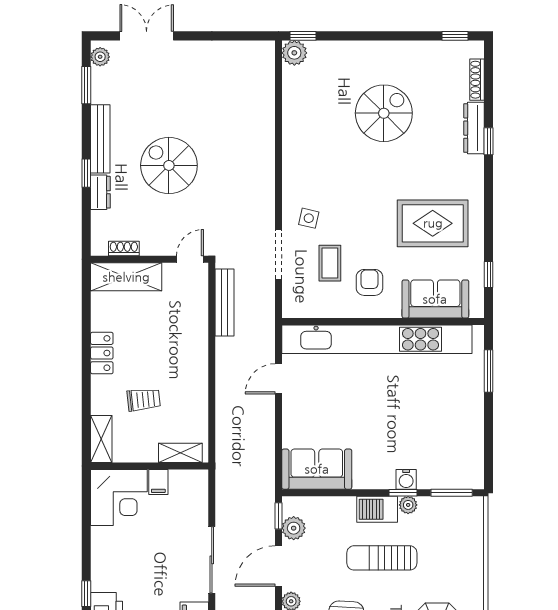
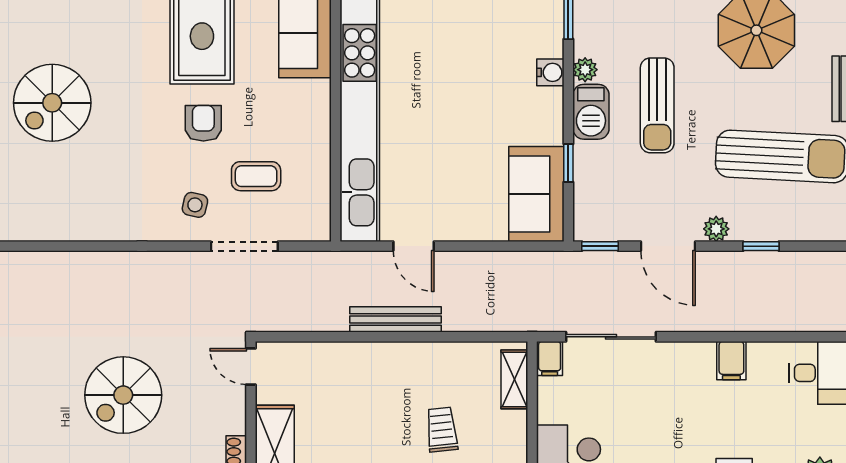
spiral stairs: (384, 113) -> (52, 103), turned -90
armchair: (369, 282) -> (203, 123), moved, turned 90
bench: (225, 303) -> (395, 319), moved
filing cabinet: (158, 482) -> (550, 359), moved, turned 90
window: (403, 493) -> (568, 163), moved
plant: (294, 528) -> (617, 225), removed
sliding door: (212, 560) -> (611, 337), moved

